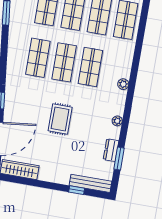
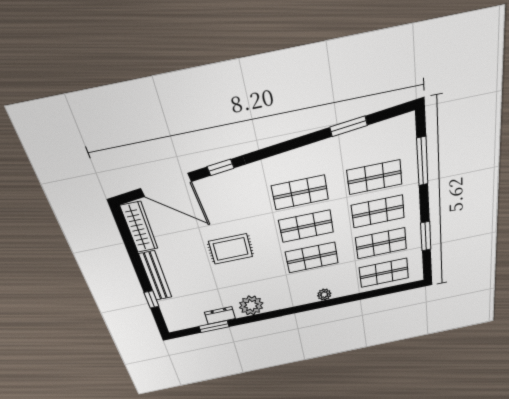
plant: (123, 84) -> (324, 295), moved
plant: (117, 121) -> (251, 305), width x1.88, depth x1.88
bench: (90, 183) -> (155, 276), moved

